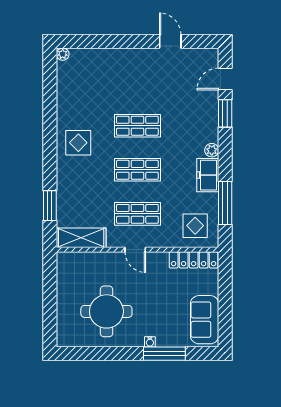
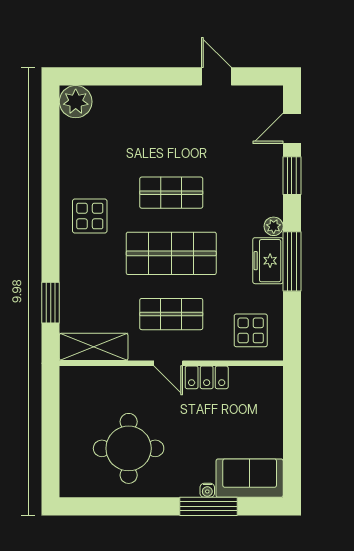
plant: (63, 54) -> (76, 102), width x1.88, depth x1.88
shop shelf: (137, 170) -> (171, 253), width x1.43, depth x1.36
window: (225, 203) -> (292, 261), moved
locker: (194, 260) -> (207, 377), moved, width x0.66
sofa: (205, 320) -> (250, 478), moved, turned 90
water cooler: (150, 342) -> (207, 490), moved

